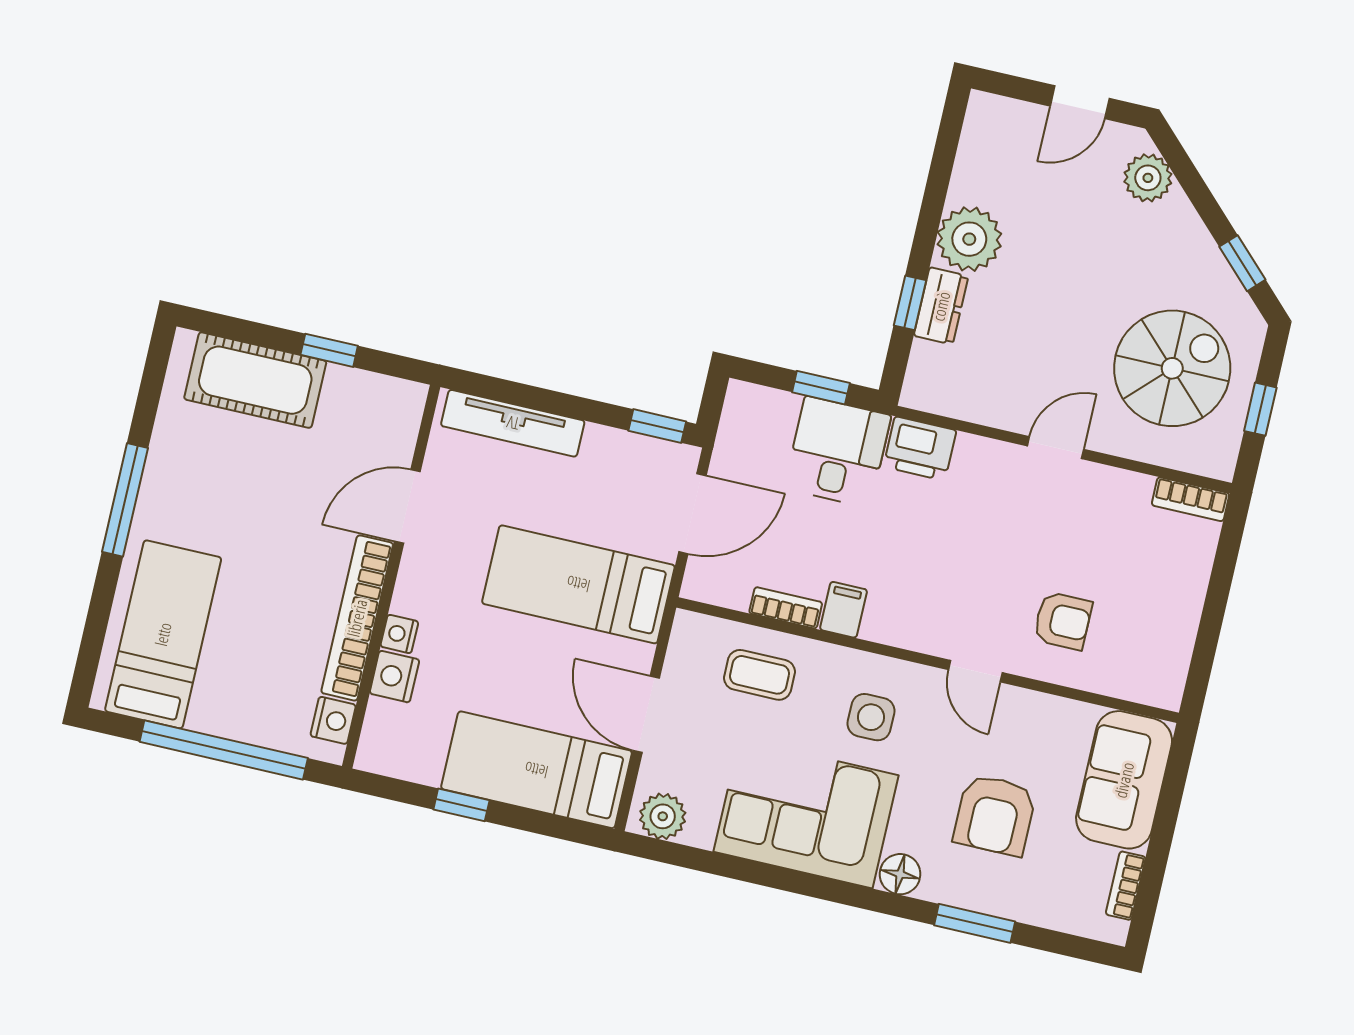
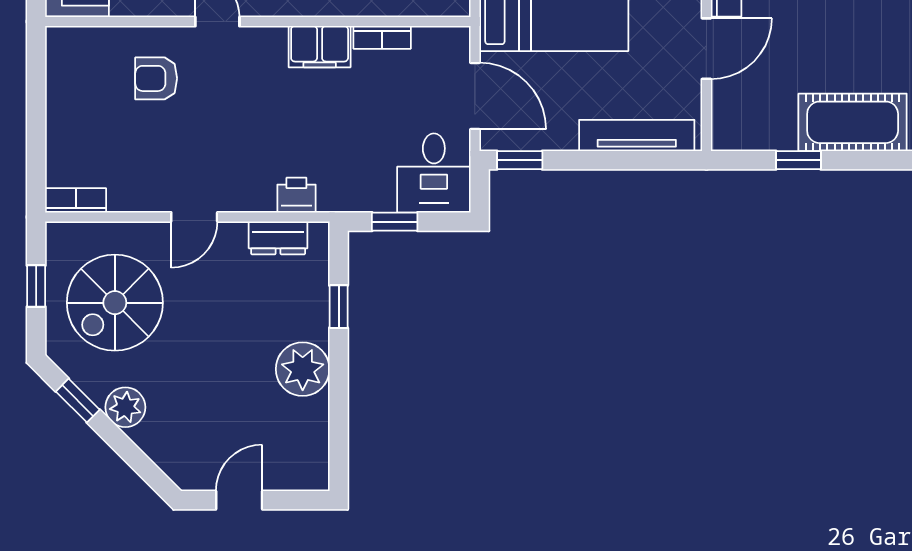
plant: (1148, 178) -> (125, 407), moved
dresser: (941, 306) -> (278, 238), moved, turned -90
printer: (920, 449) -> (296, 195), width x0.73, depth x0.81
desk: (838, 452) -> (434, 173), moved
door: (692, 514) -> (475, 96), swing flipped
filing cabinet: (844, 610) -> (320, 47), width x2.00

